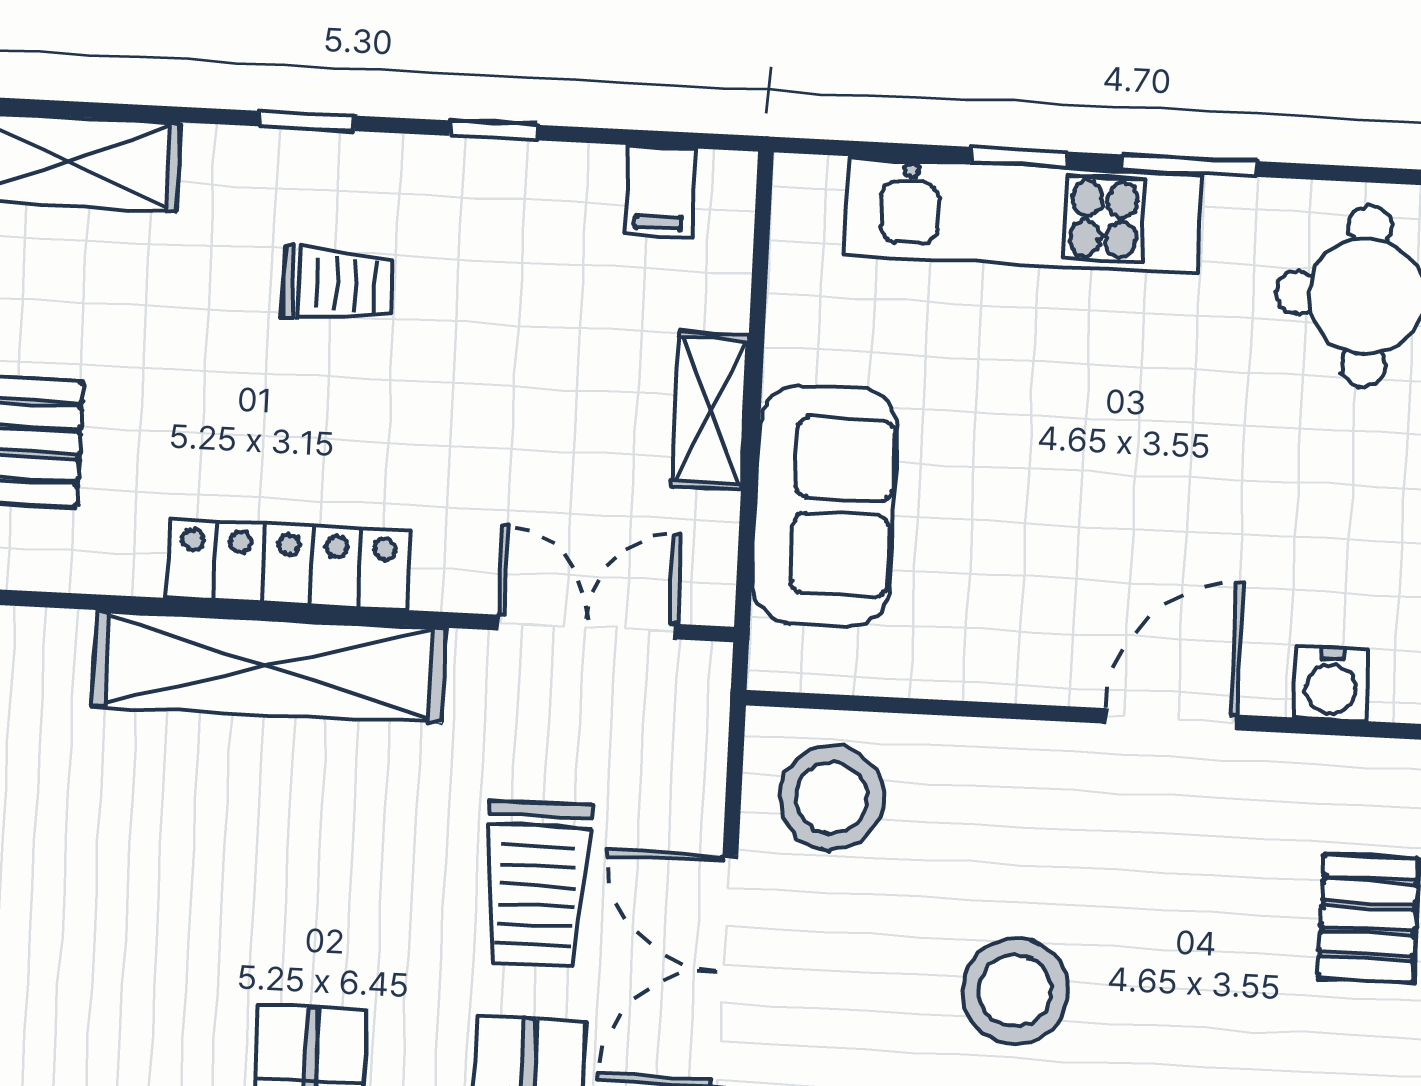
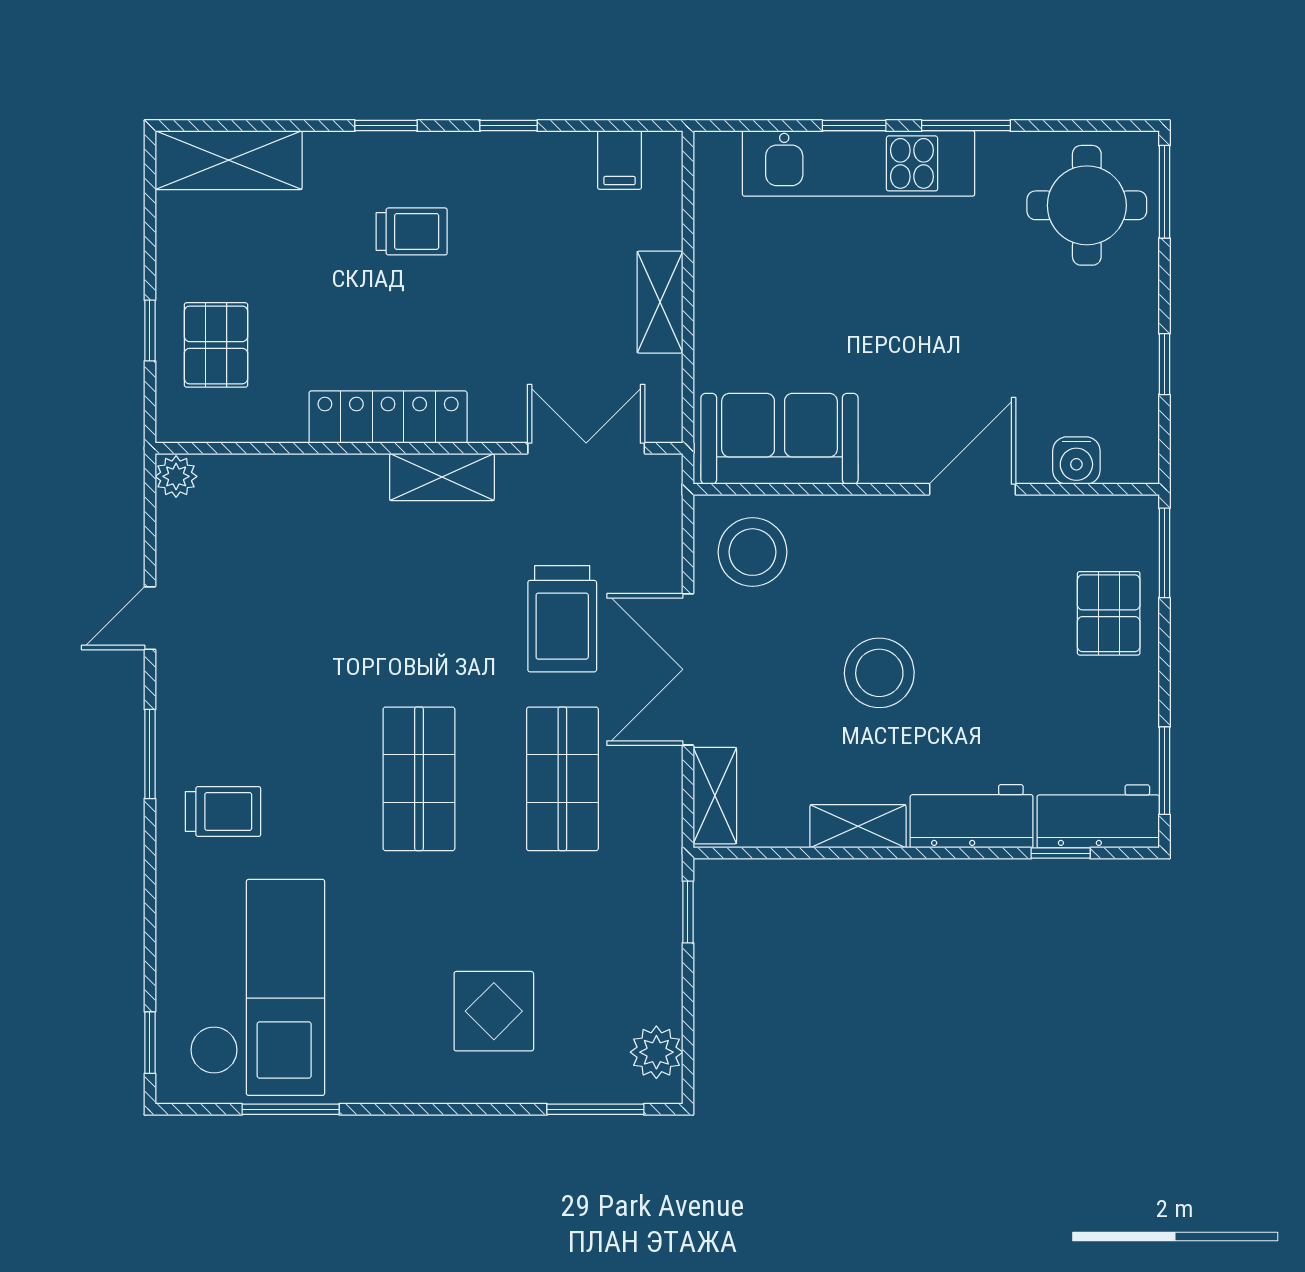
sofa: (825, 506) -> (779, 439), moved, turned -90
shelving: (269, 667) -> (442, 477), width x0.45, depth x0.75

